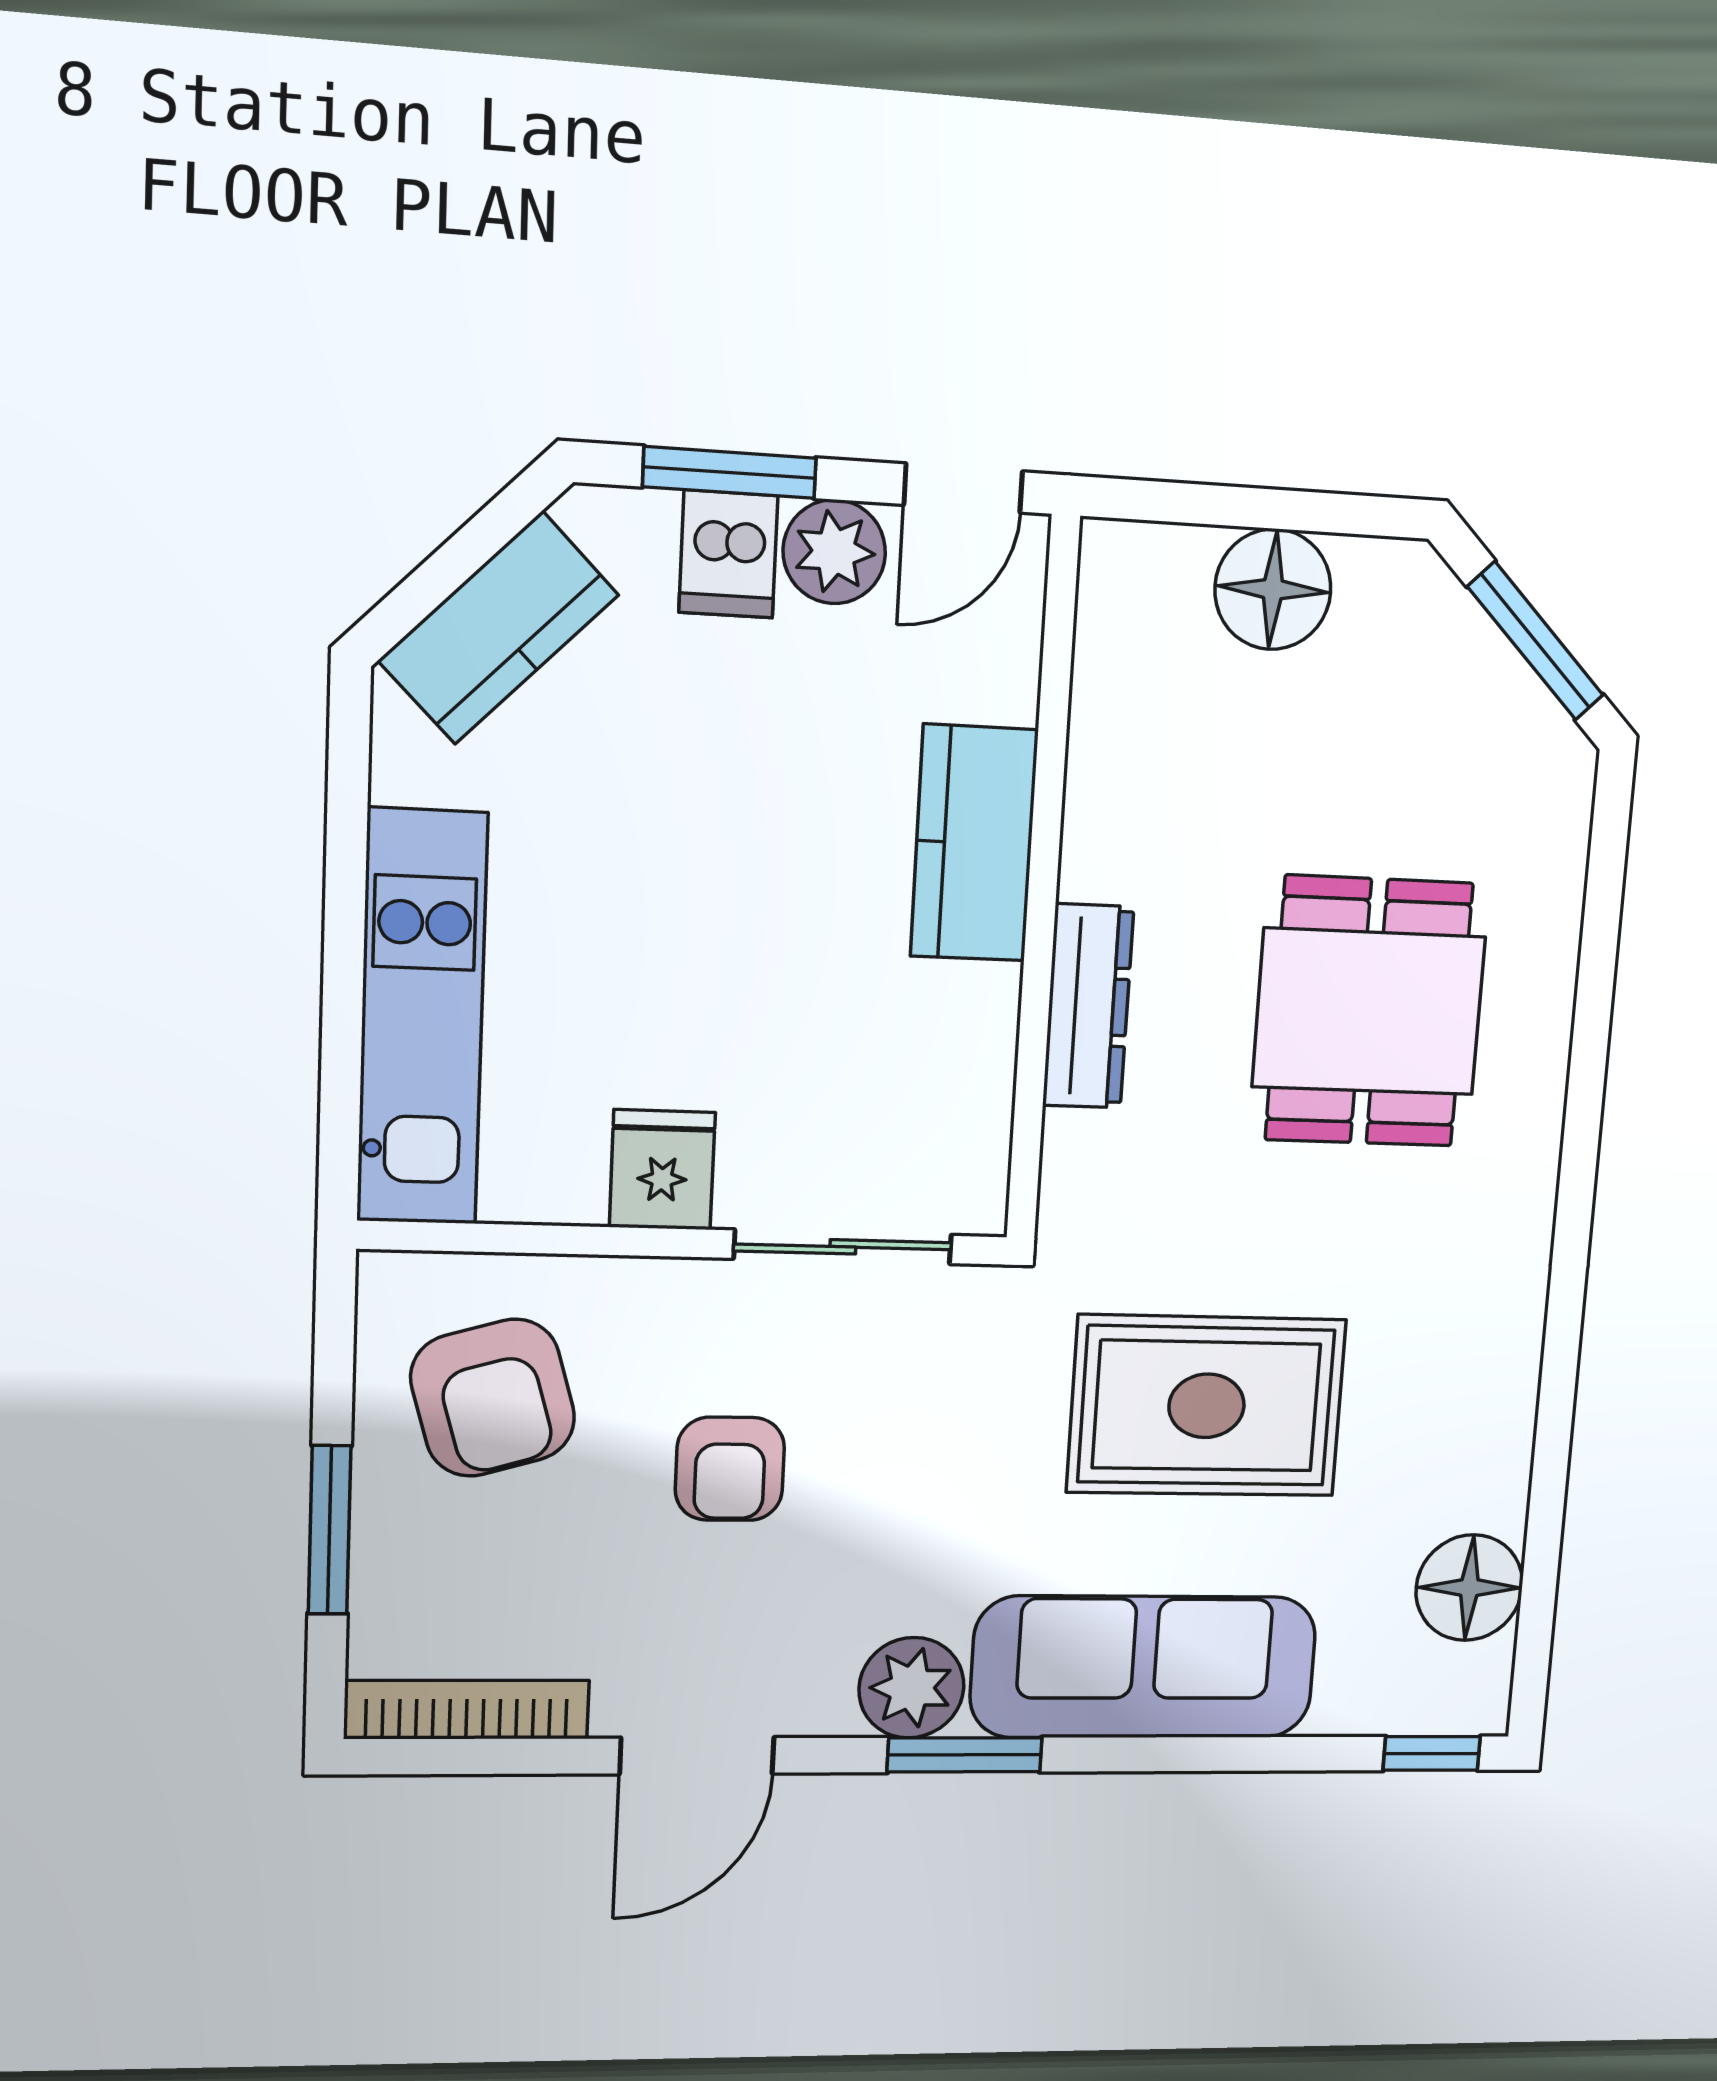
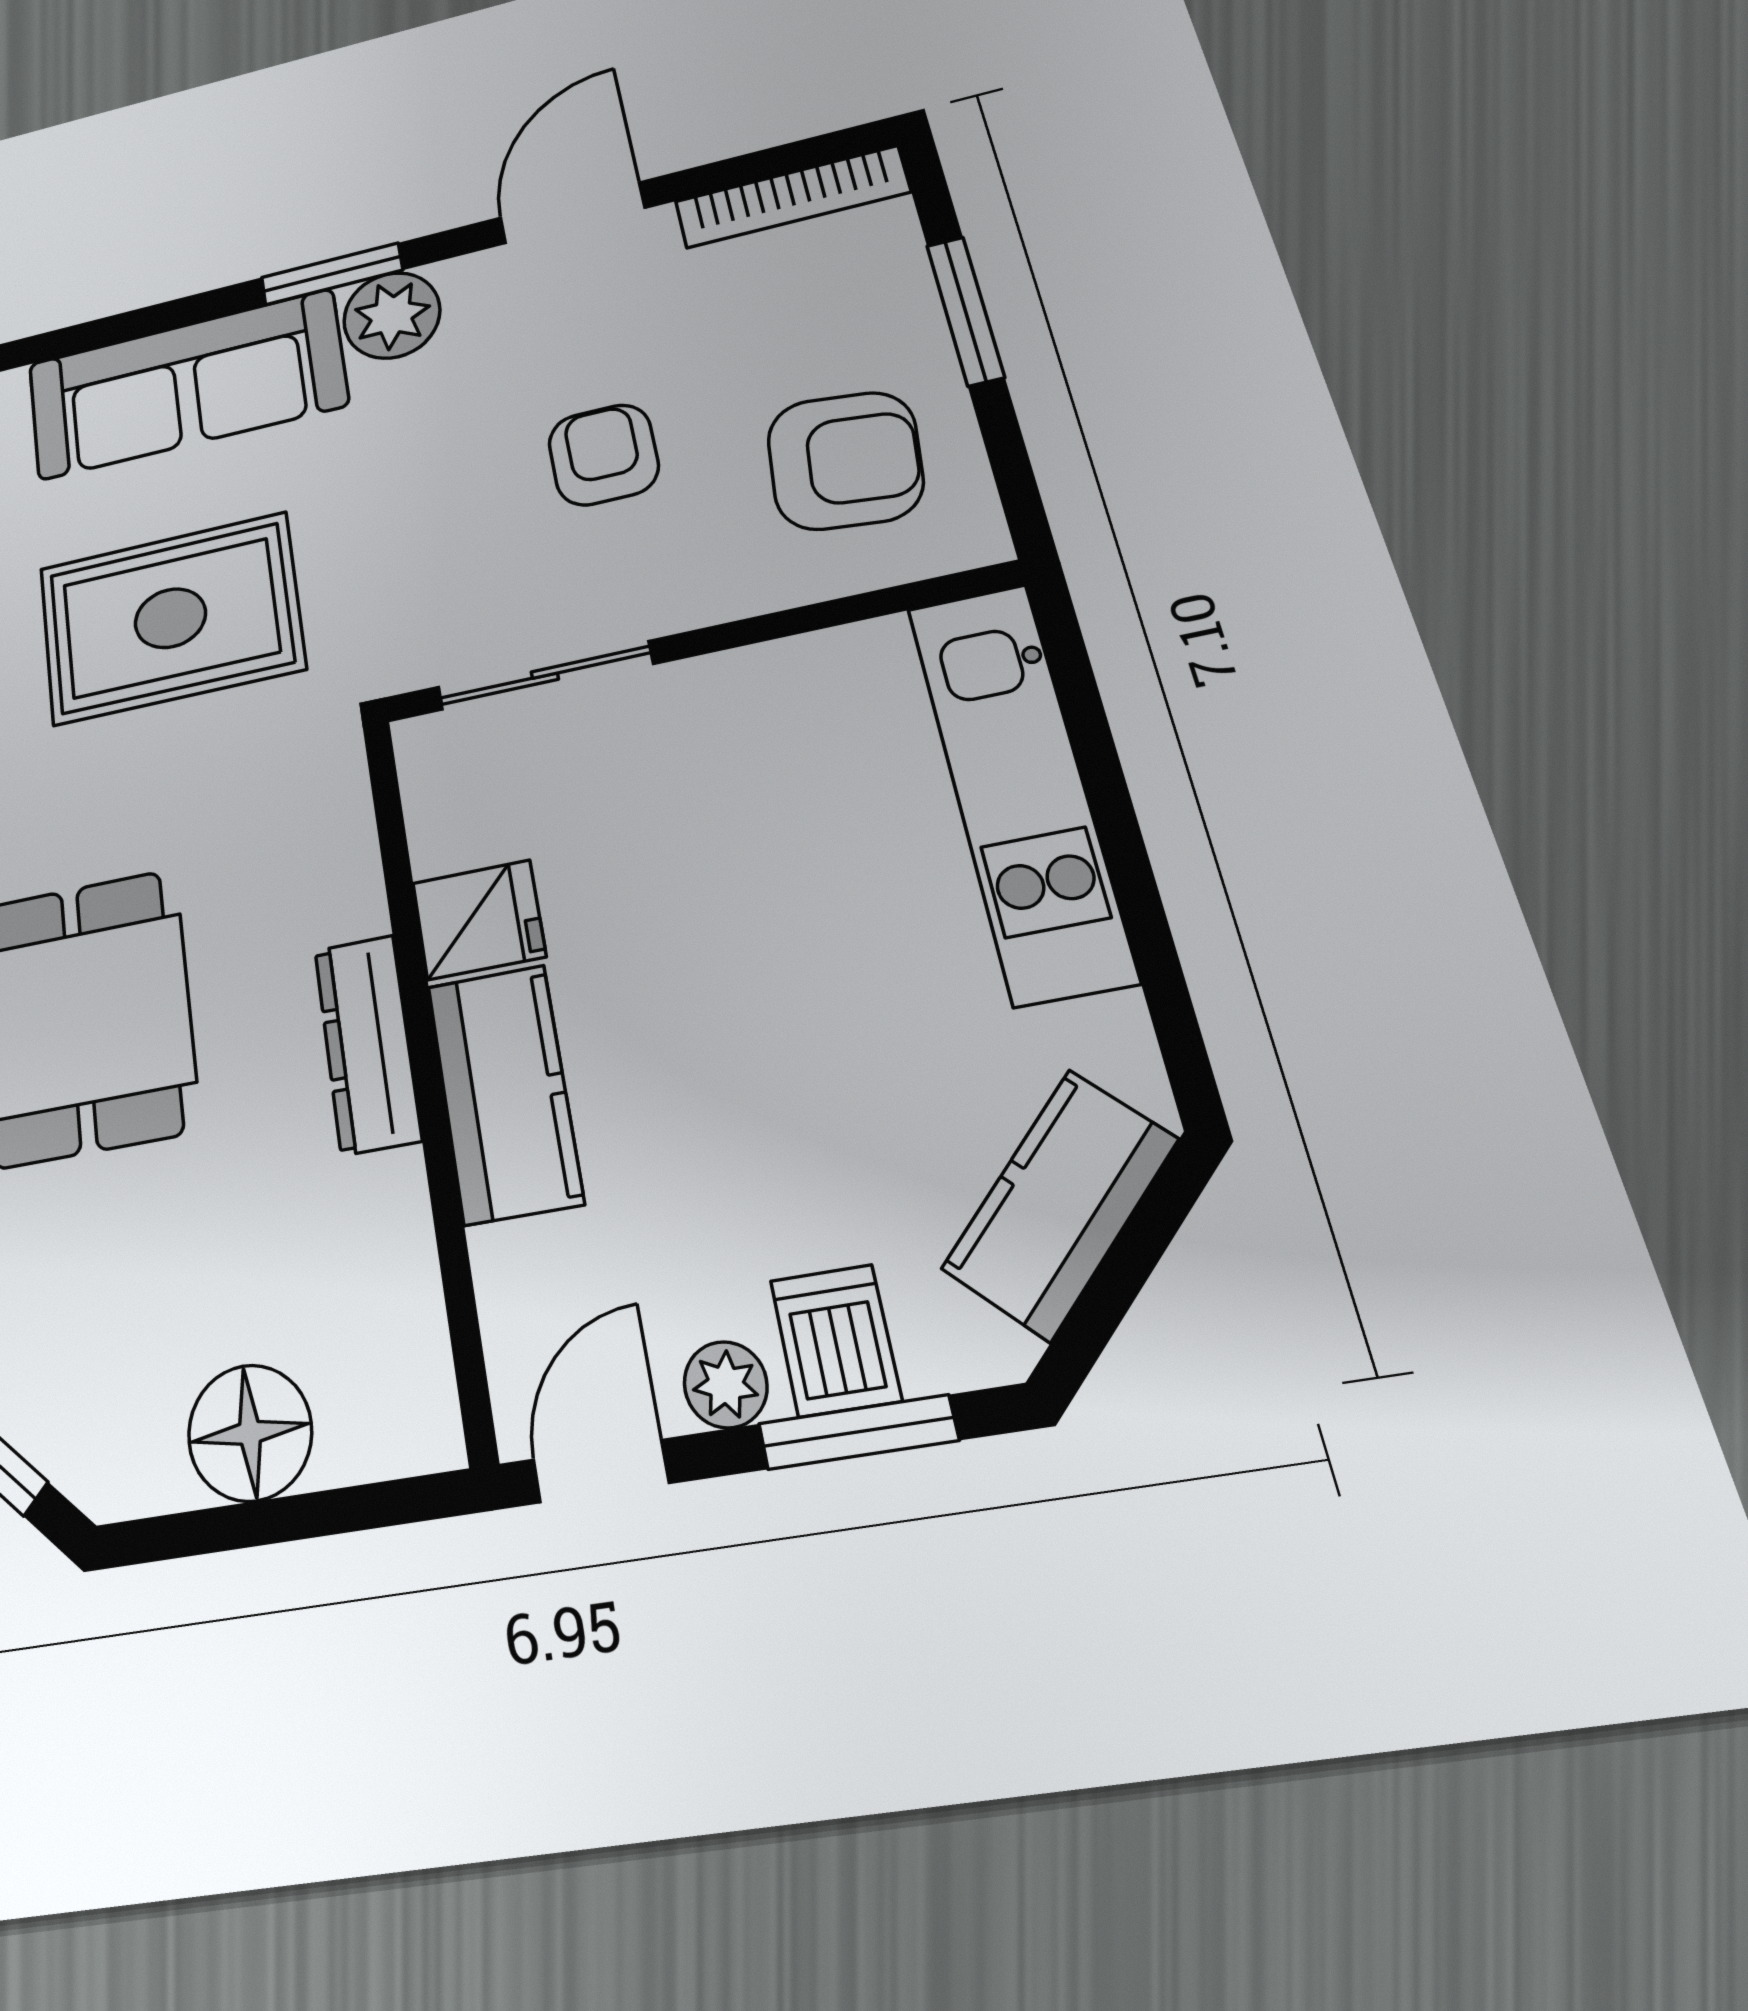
plant: (834, 552) -> (726, 1385), width x0.73, depth x0.73
dresser: (1088, 1006) -> (367, 1044), moved
fridge: (662, 1170) -> (479, 920), moved, turned -90
armchair: (493, 1398) -> (845, 461), turned 112

